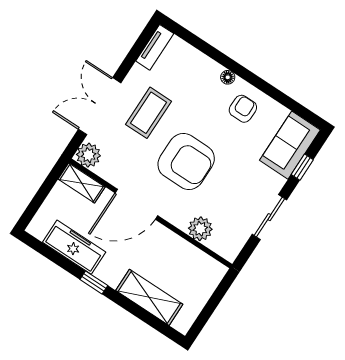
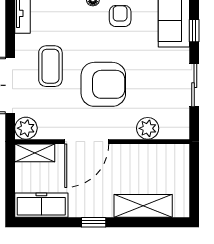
freezer: (74, 247) -> (41, 205), moved

